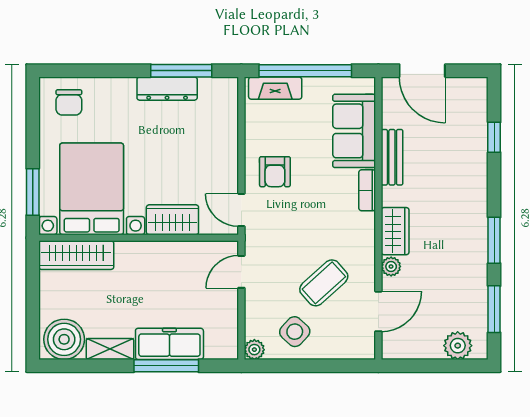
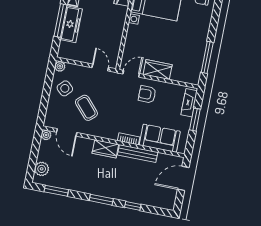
window: (305, 71) -> (195, 120), width x0.47
dresser: (167, 89) -> (200, 48), removed
window: (494, 137) -> (133, 206), moved
bench: (392, 157) -> (138, 154), width x1.36
wardrobe: (172, 220) -> (158, 70), moved, turned -90
window: (494, 240) -> (101, 200), moved
plant: (391, 266) -> (46, 135), moved

